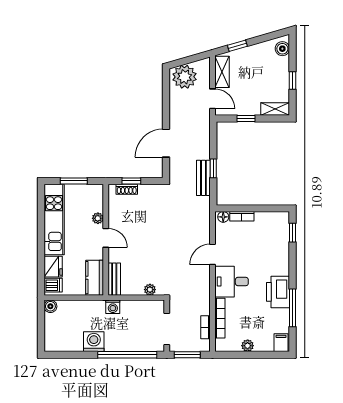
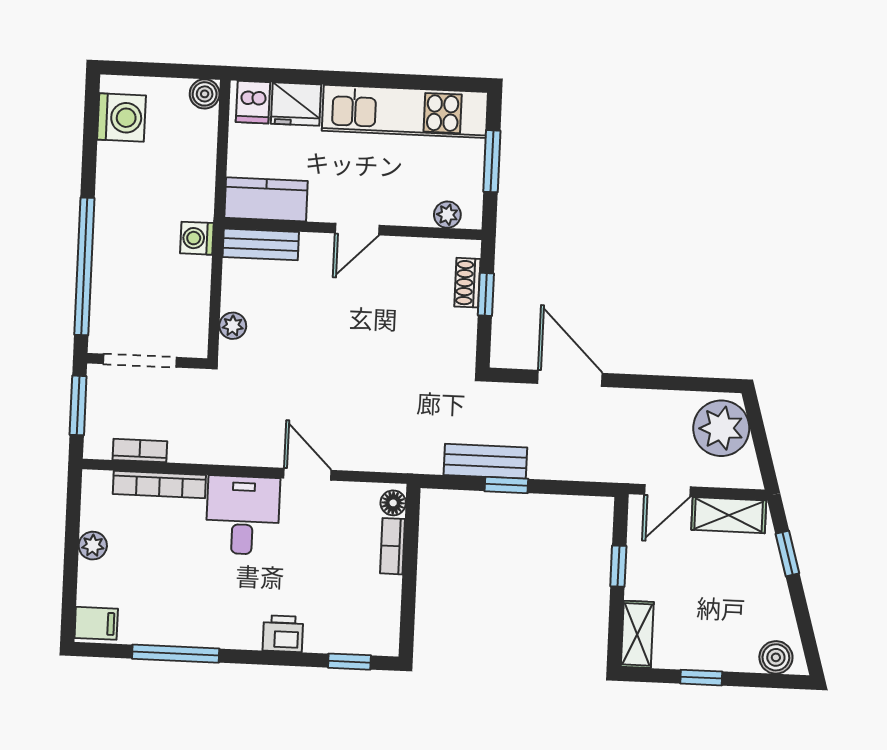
plant: (98, 218) -> (447, 215), moved
printer: (278, 292) -> (283, 634), moved, width x0.53, depth x0.68
washing machine: (94, 342) -> (122, 118), moved

